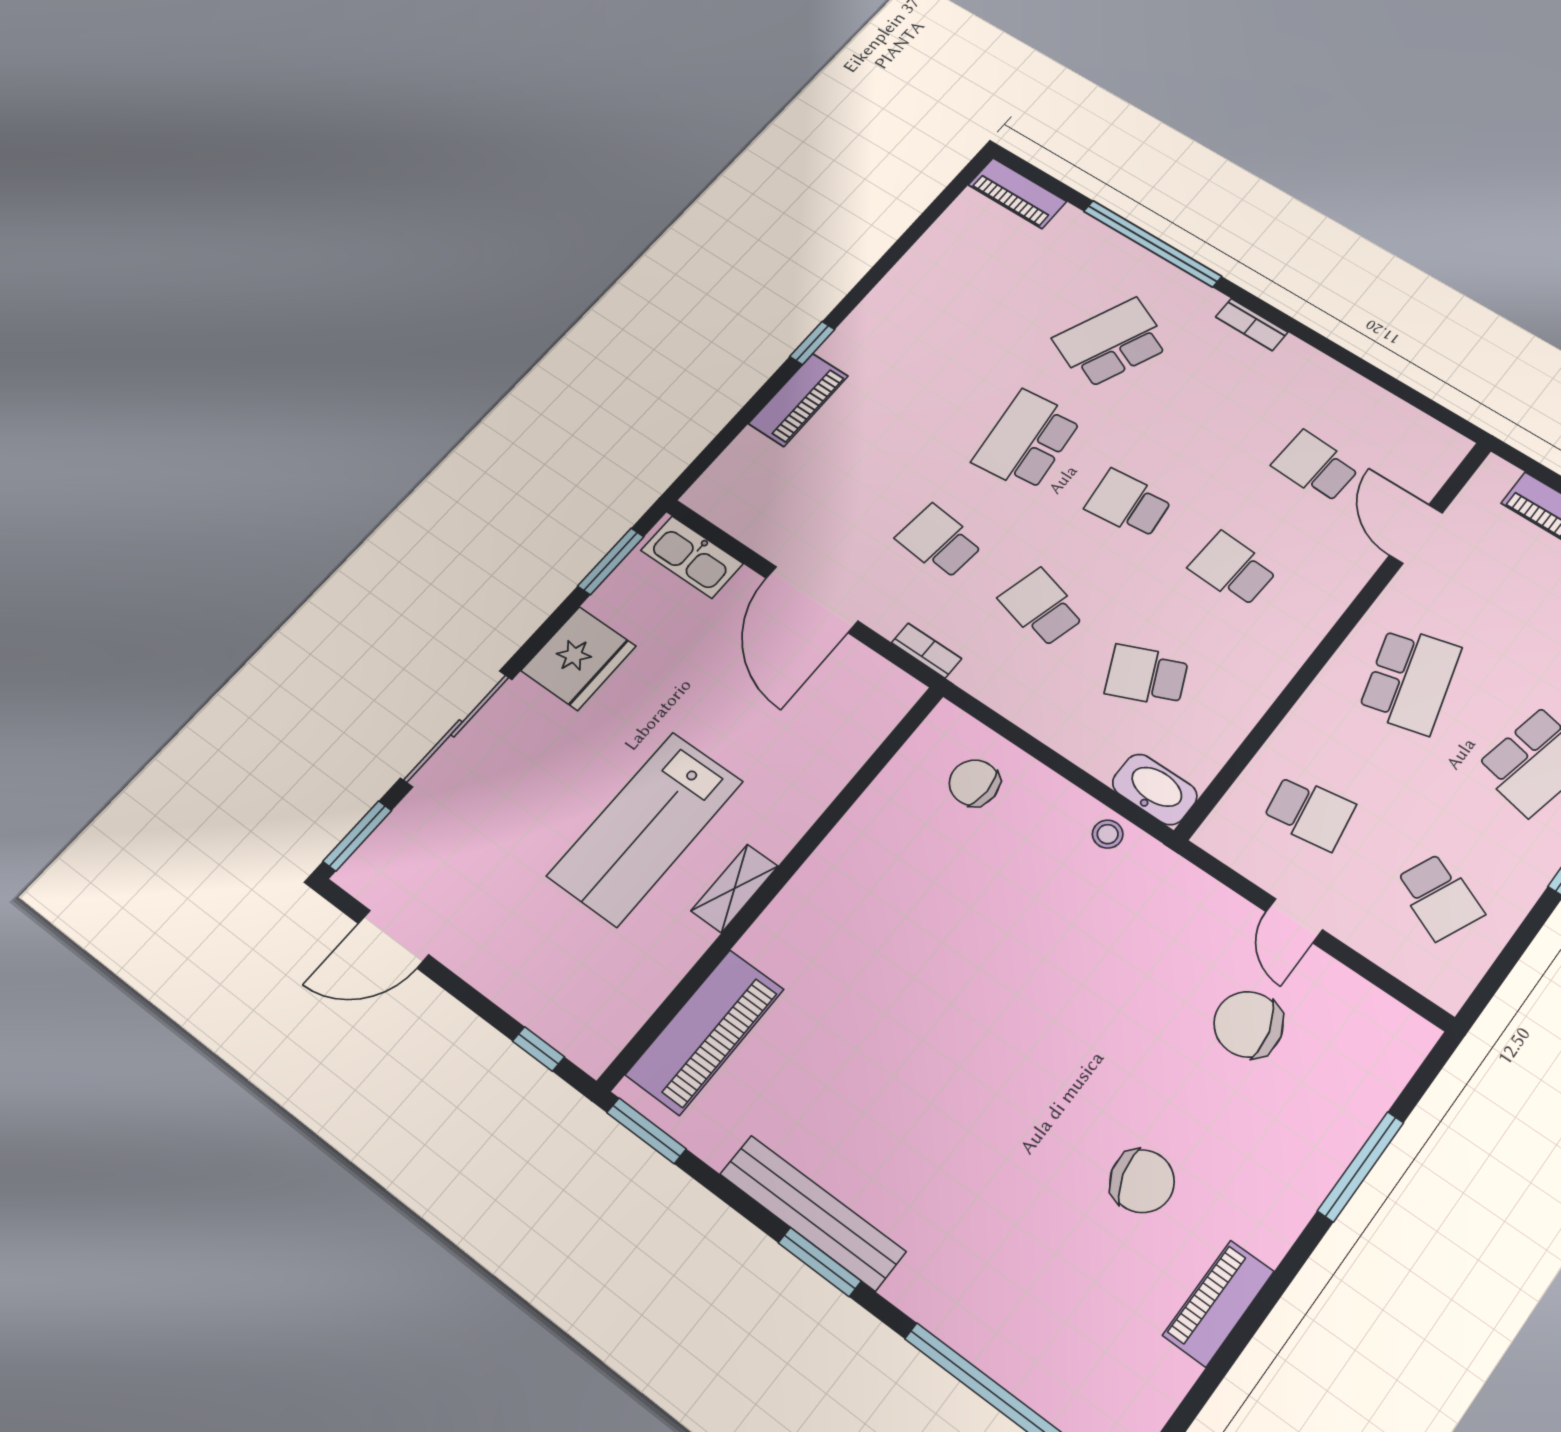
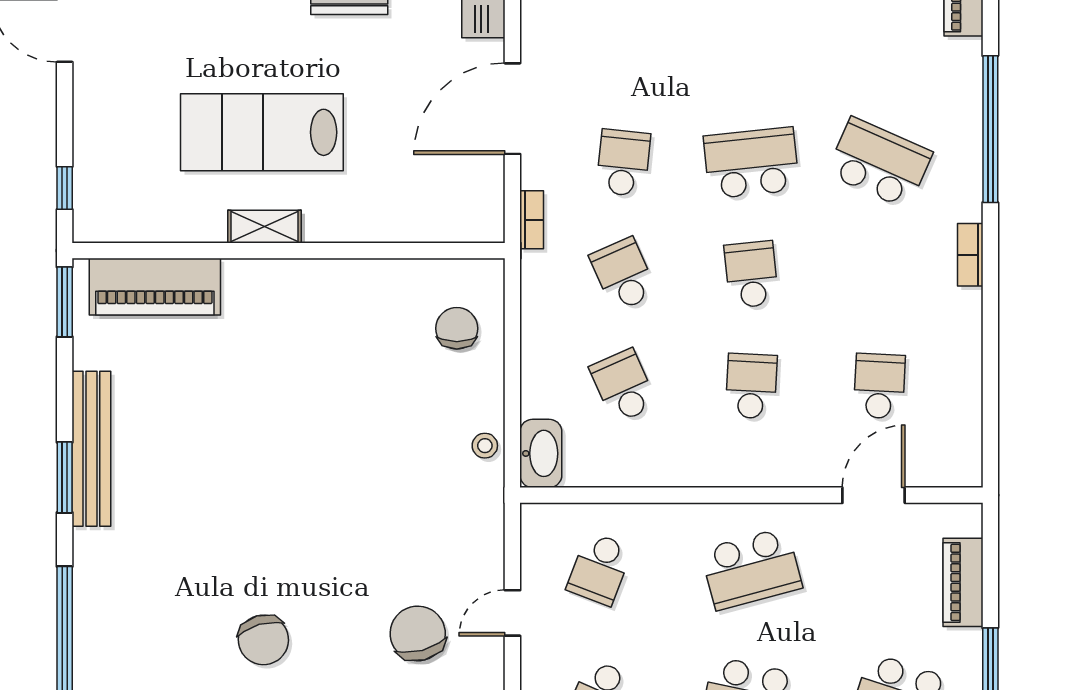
school desk: (1042, 607) -> (623, 274), turned -39
school desk: (1309, 812) -> (599, 569), turned 30

